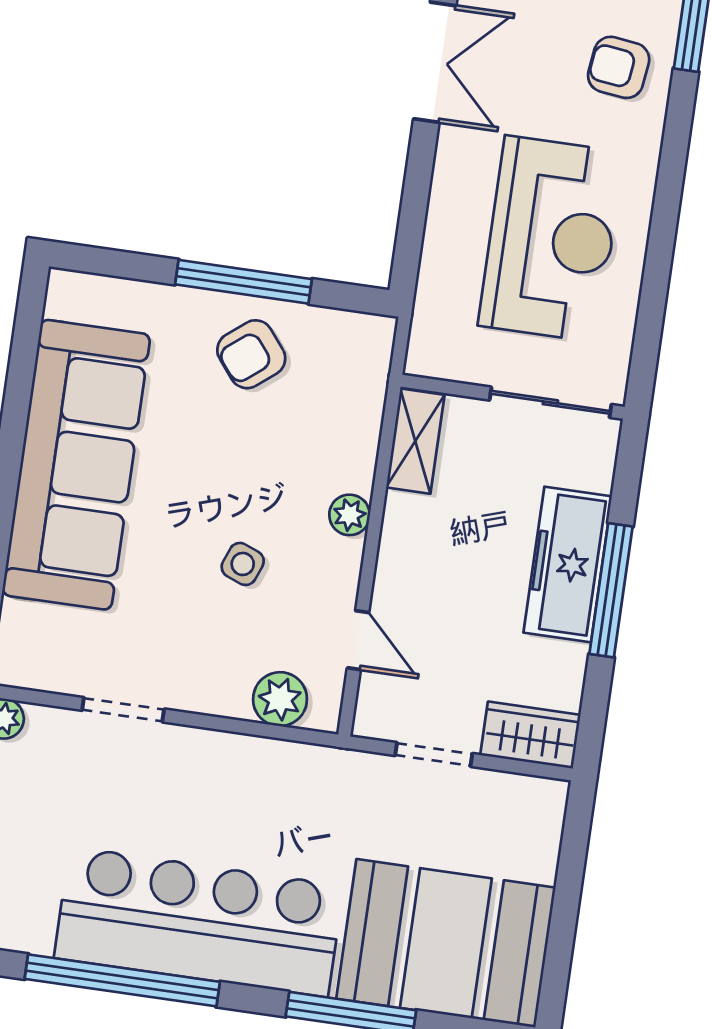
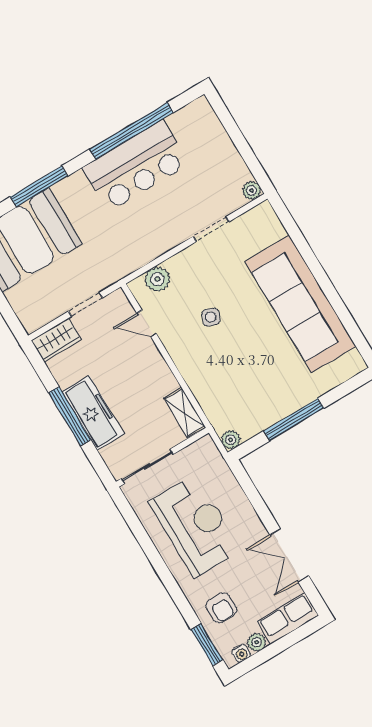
armchair: (619, 67) -> (221, 608), turned 83
reception desk: (551, 239) -> (195, 526), turned 180
armchair: (251, 354) -> (270, 396), removed
plant: (350, 515) -> (231, 440), moved
bar counter: (199, 922) -> (136, 166), width x0.73

